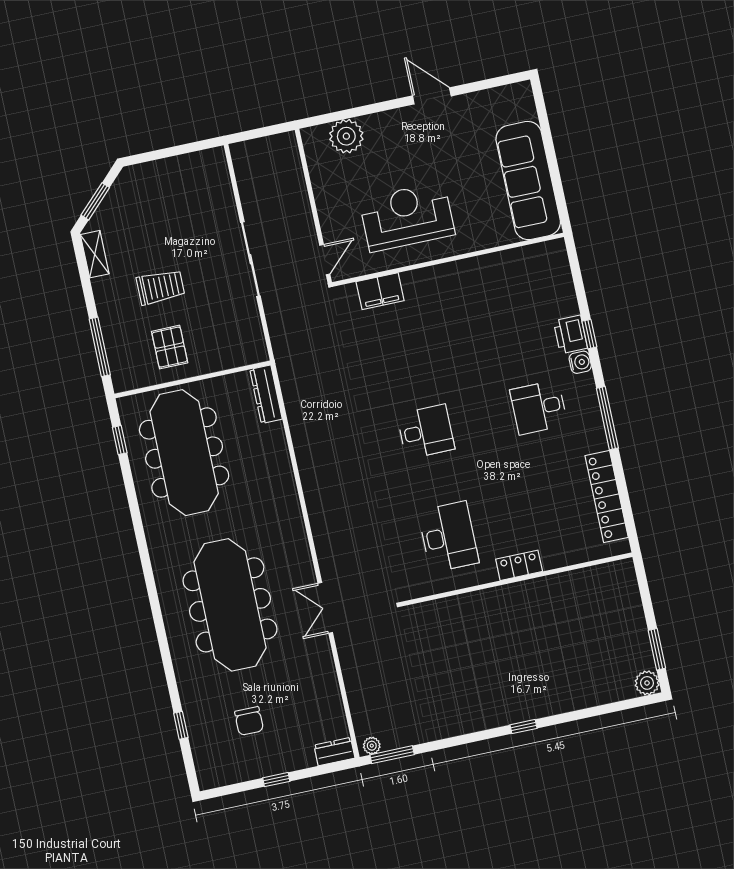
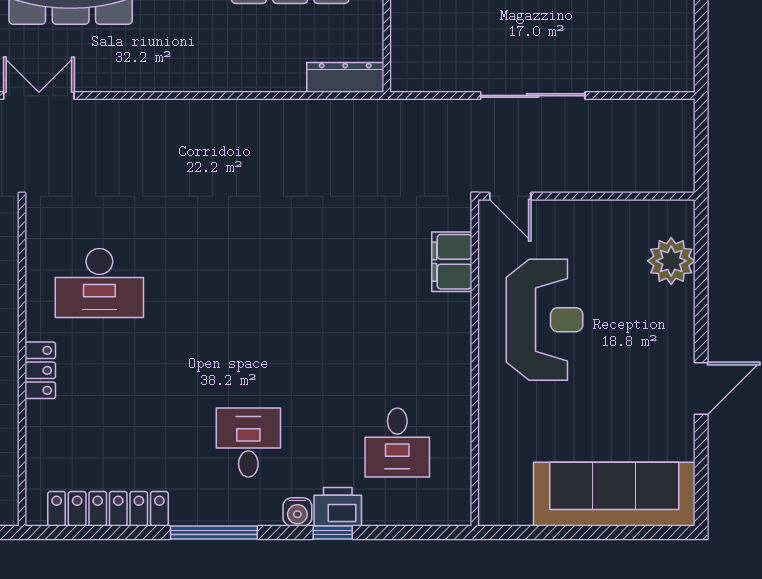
sofa: (528, 181) -> (614, 494), moved
desk: (426, 432) -> (397, 443), moved

